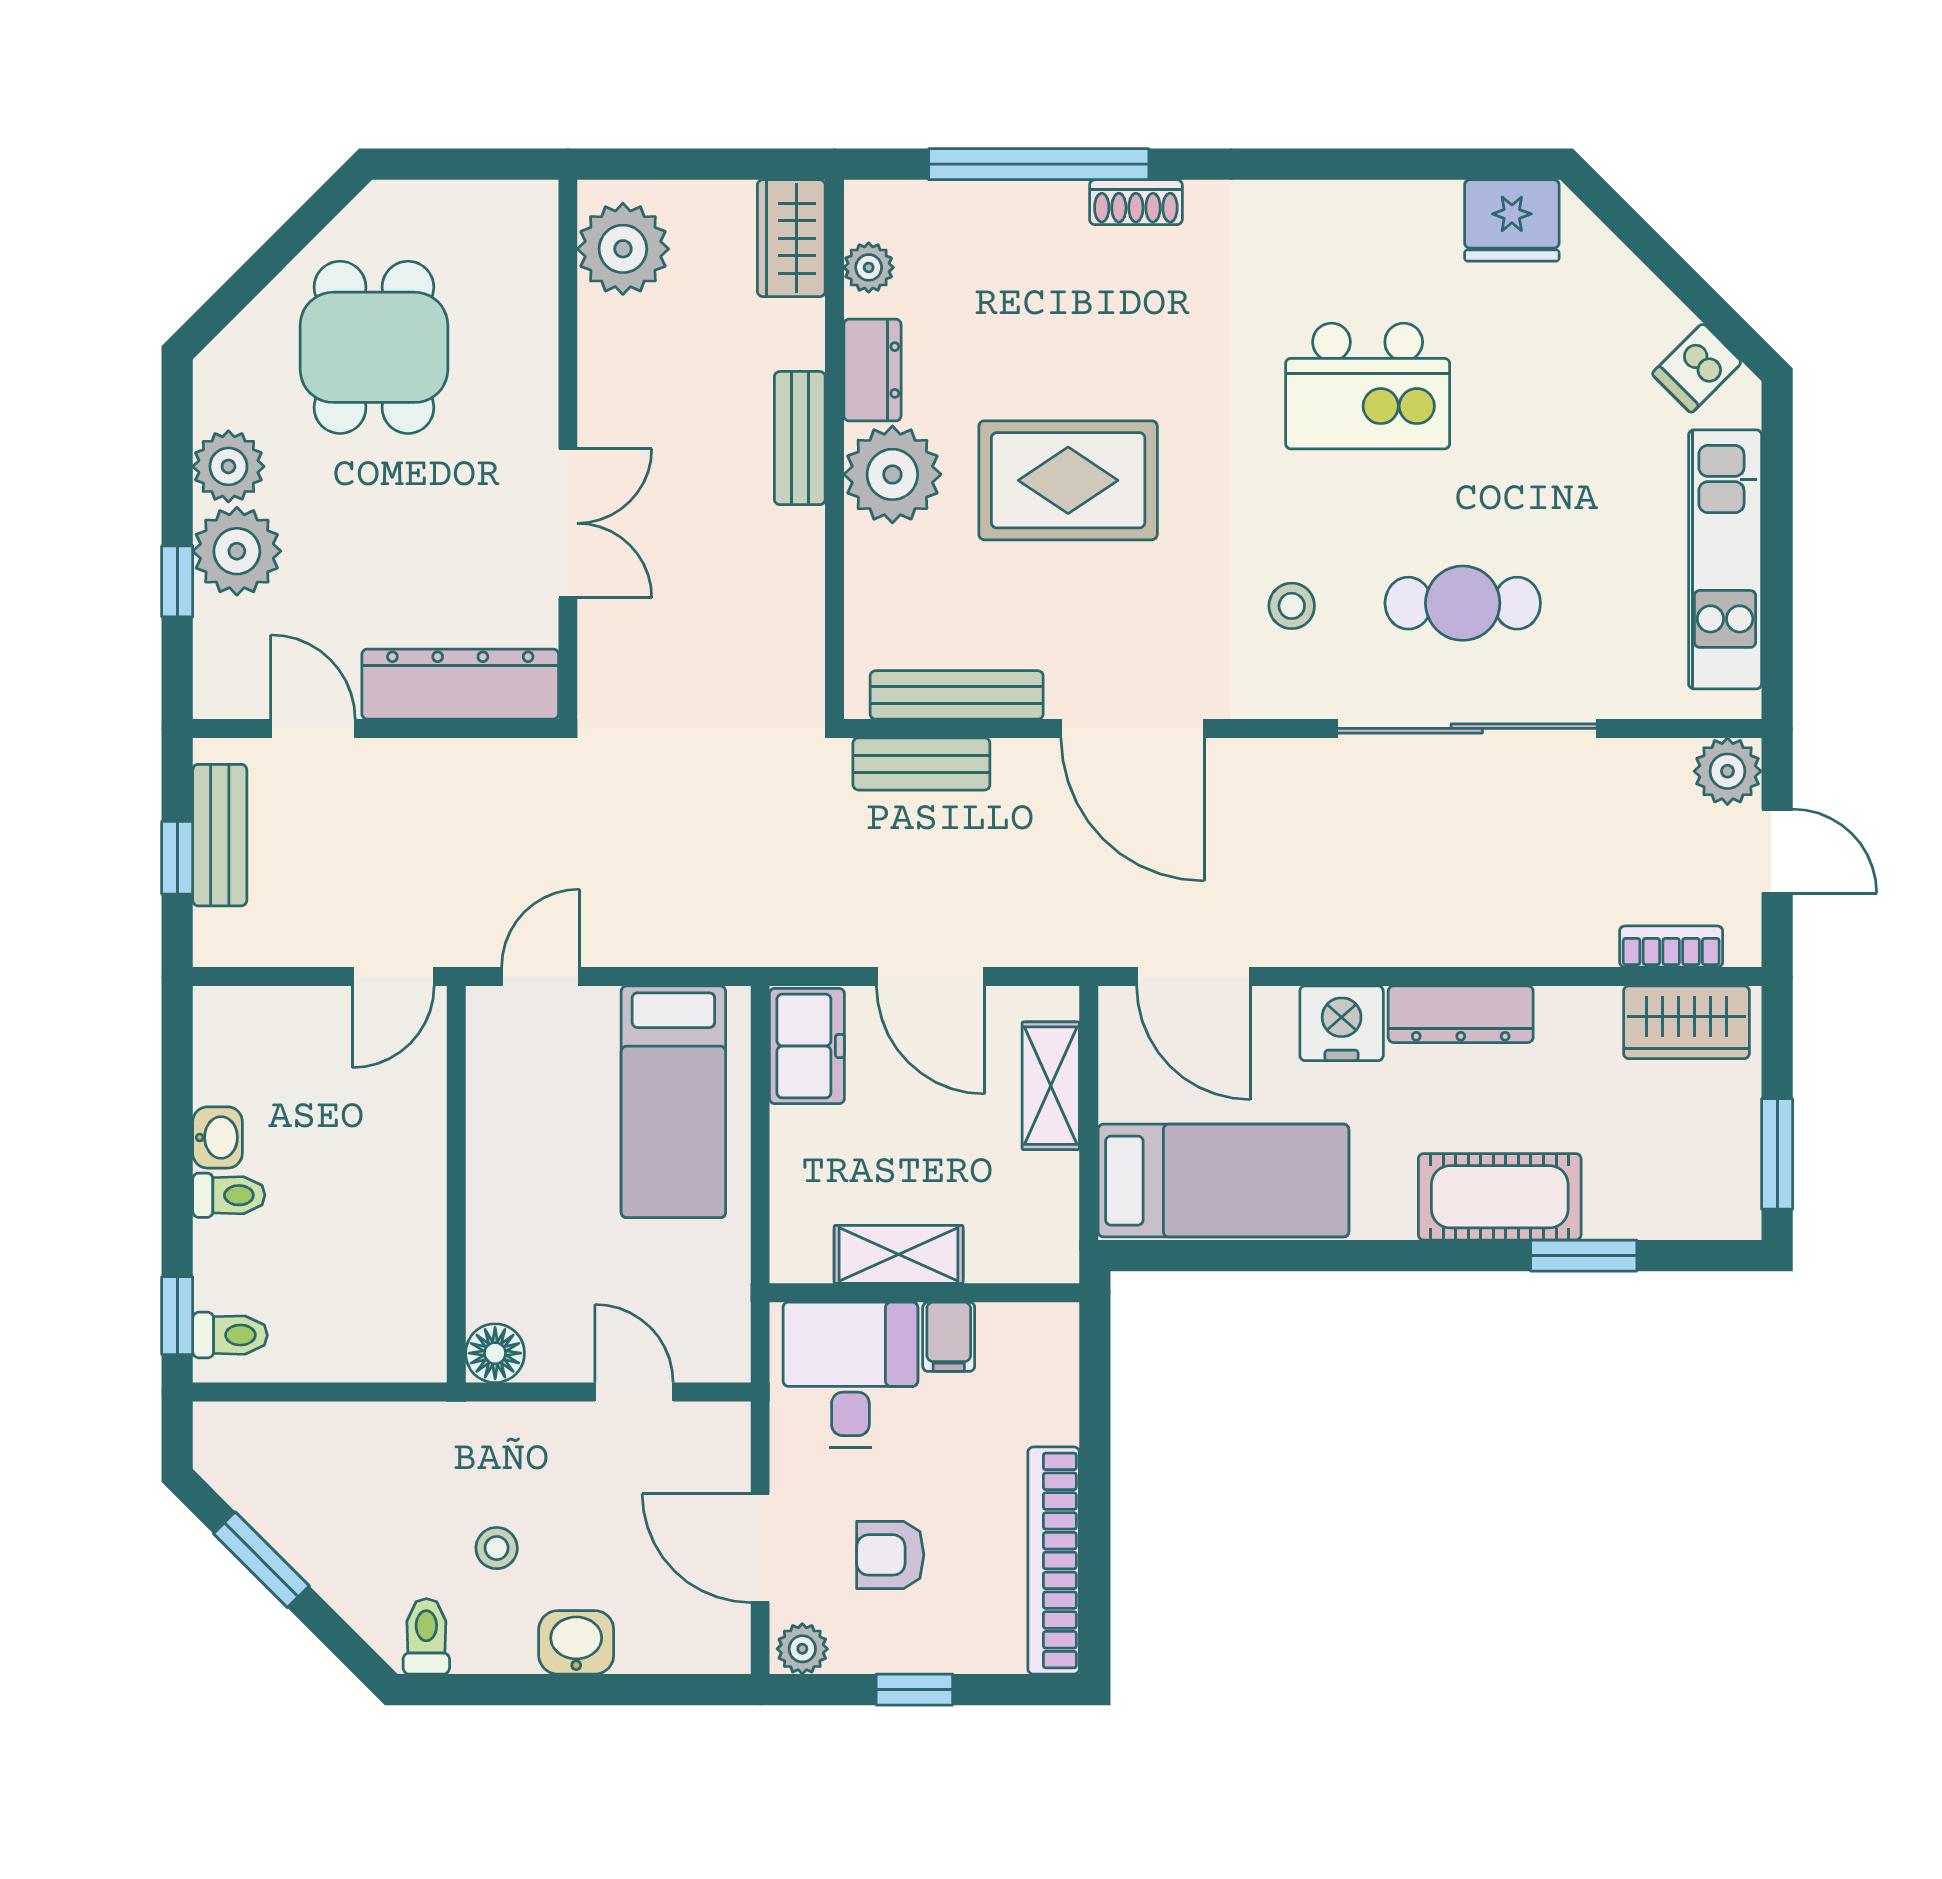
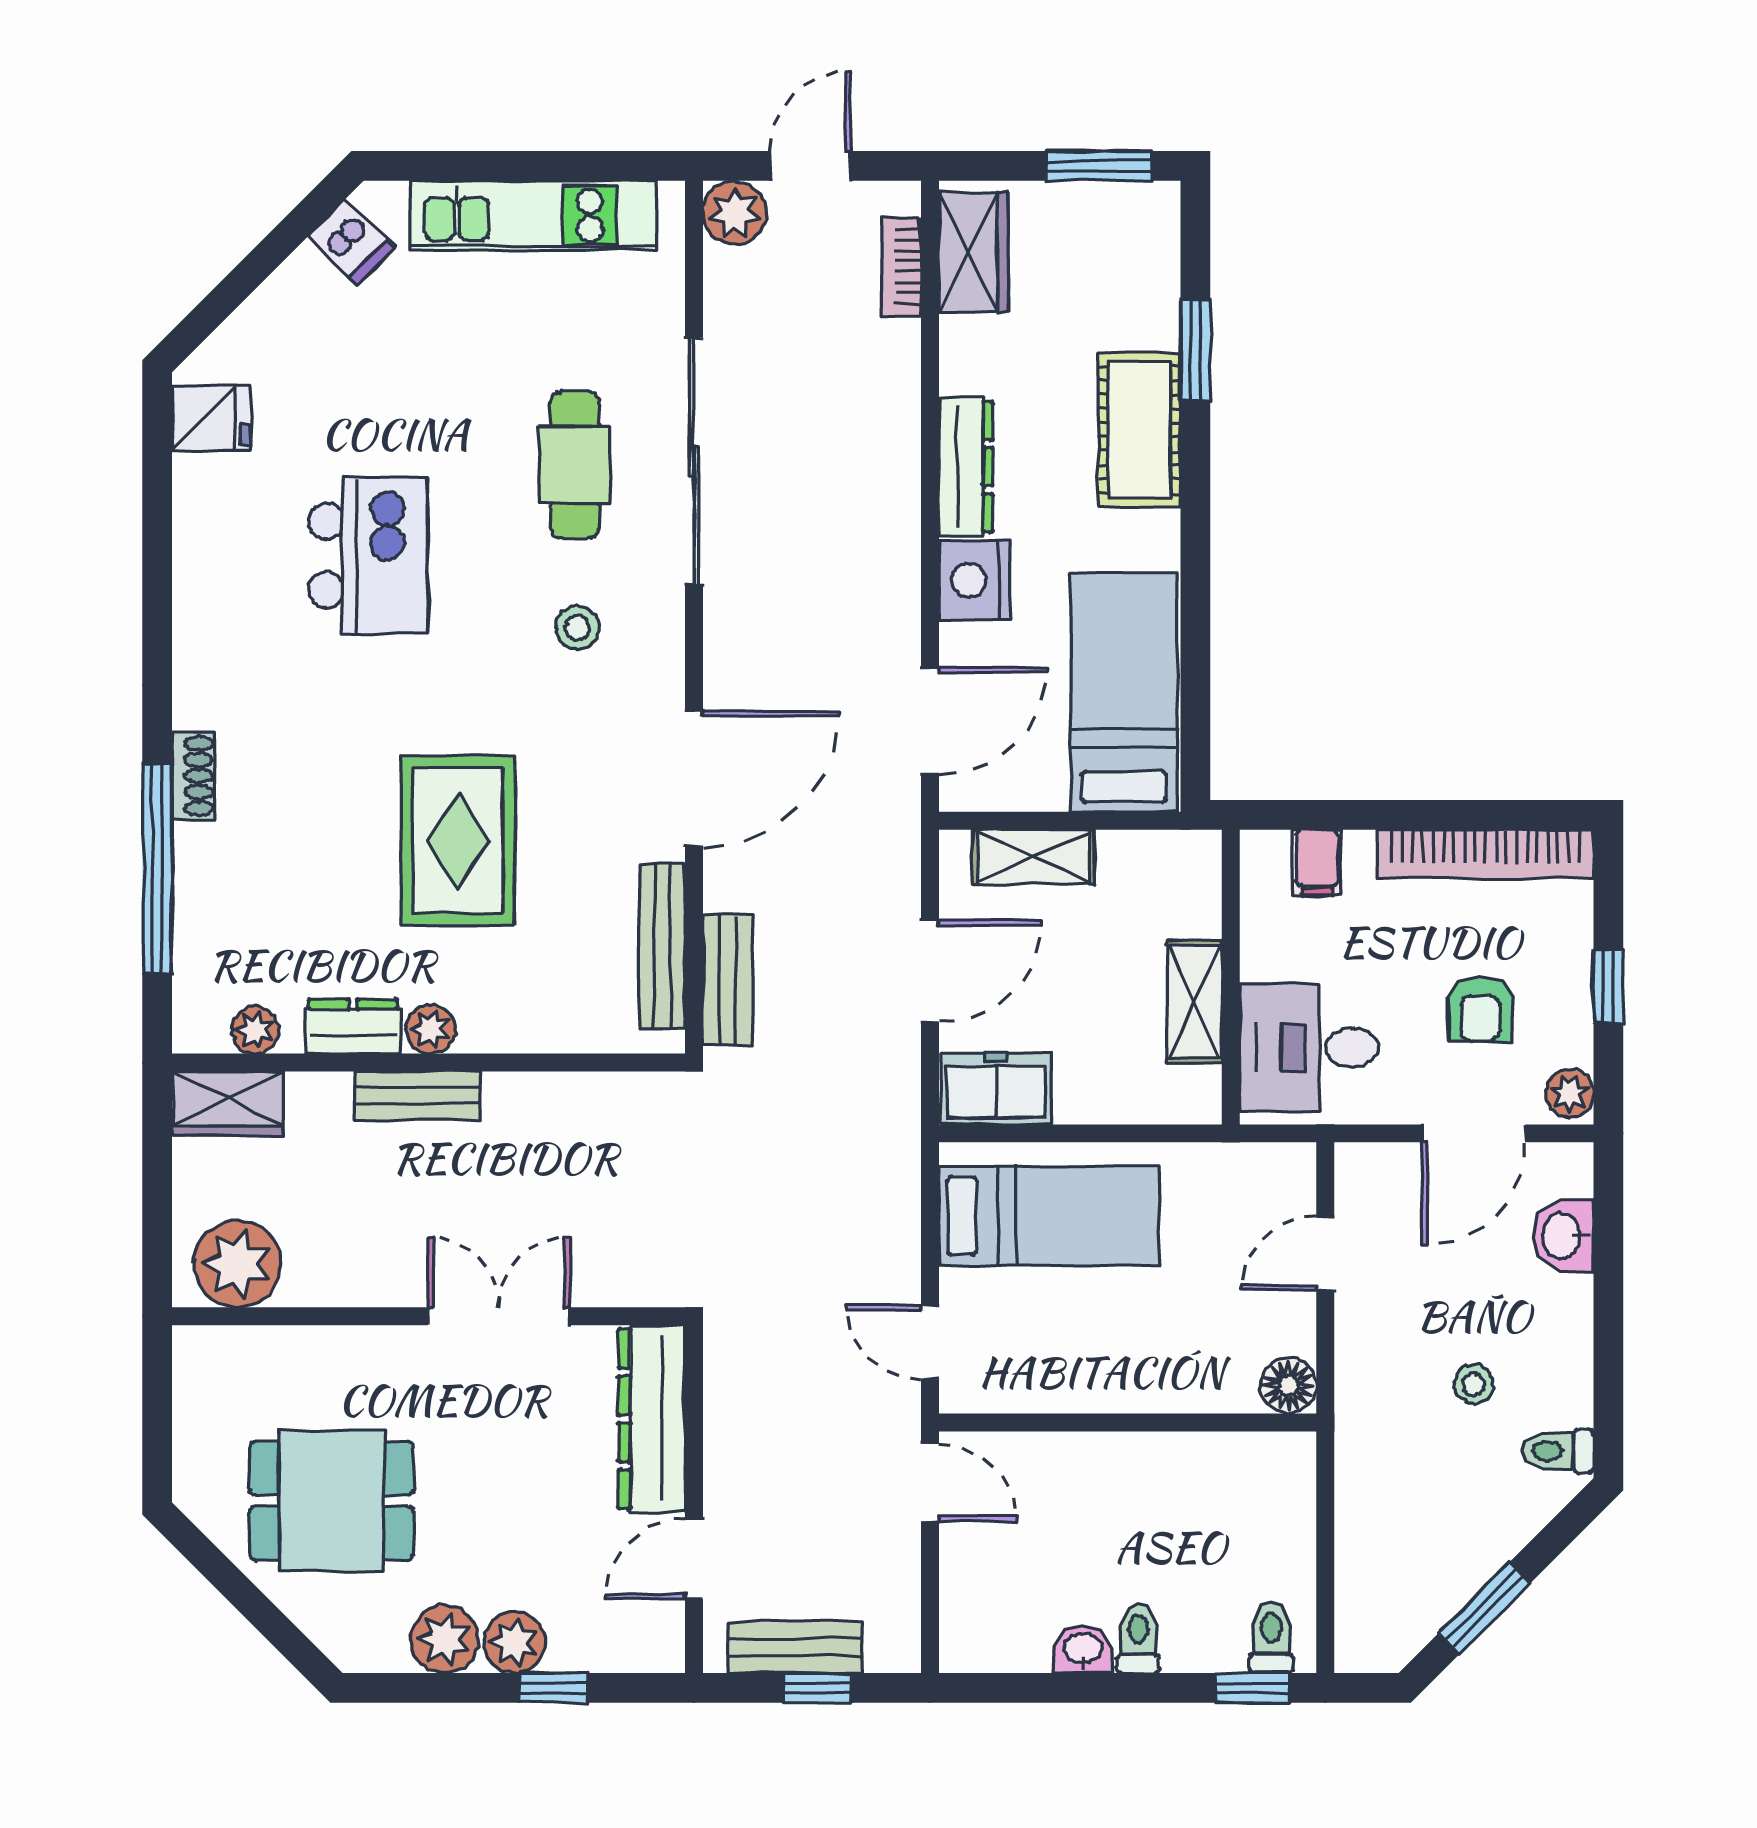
fridge: (1512, 220) -> (211, 418), width x0.72
plant: (892, 474) -> (431, 1029), width x0.53, depth x0.53
plant: (237, 551) -> (514, 1642), width x0.73, depth x0.73
filing cabinet: (949, 1337) -> (1317, 863), moved, turned 90
washbasin: (576, 1642) -> (1563, 1236), moved

